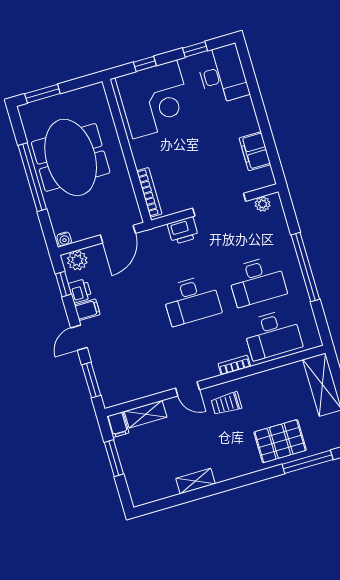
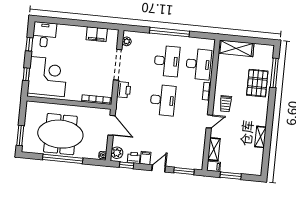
desk: (222, 74) -> (44, 35), width x0.73
door: (79, 338) -> (159, 168), swing flipped

